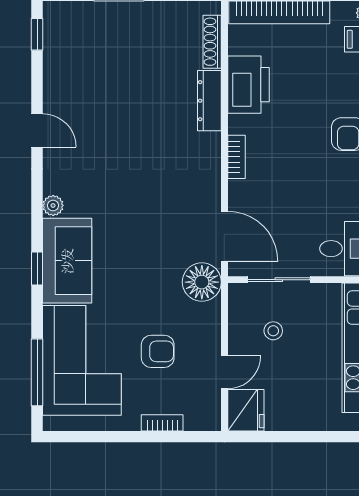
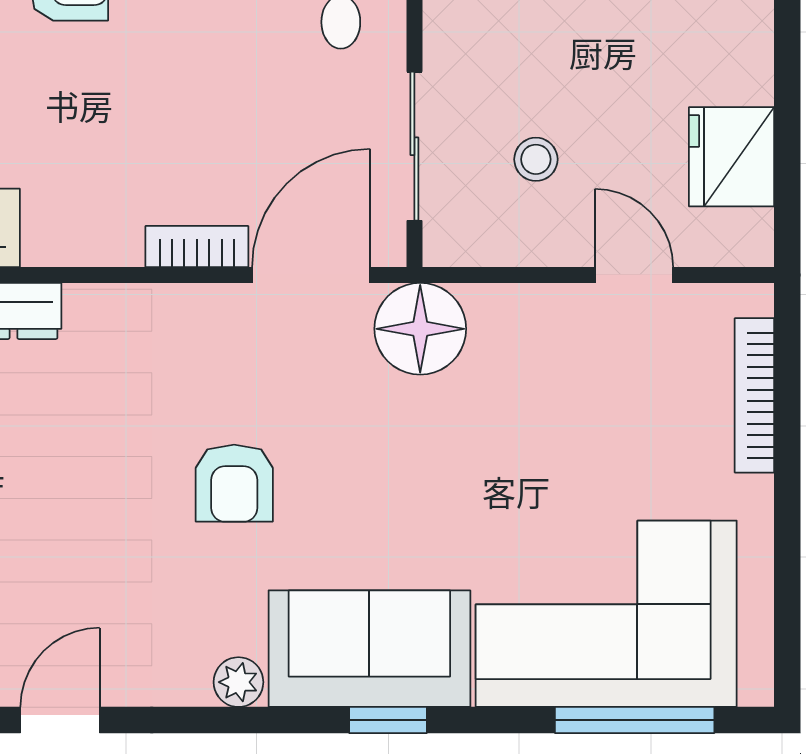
bookcase: (236, 157) -> (197, 247), moved
armchair: (158, 351) -> (234, 483), moved, turned 180
fridge: (246, 410) -> (731, 157), moved, turned -90
bookcase: (162, 423) -> (754, 395), width x1.56

